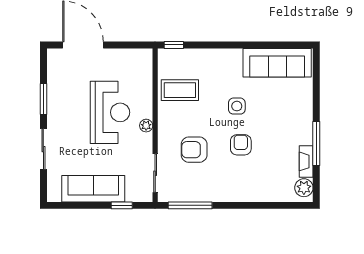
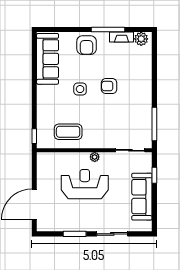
coffee table: (180, 90) -> (68, 132), turned 90
armchair: (194, 150) -> (87, 45), moved

